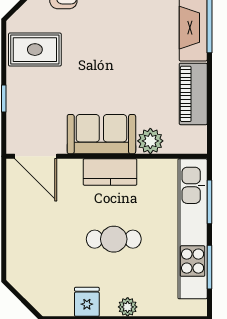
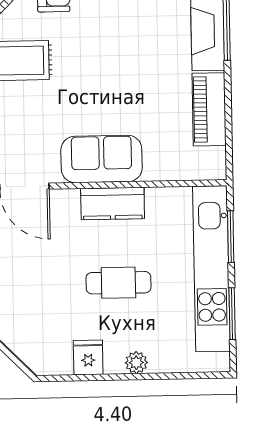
plant: (150, 141) -> (159, 166), removed

